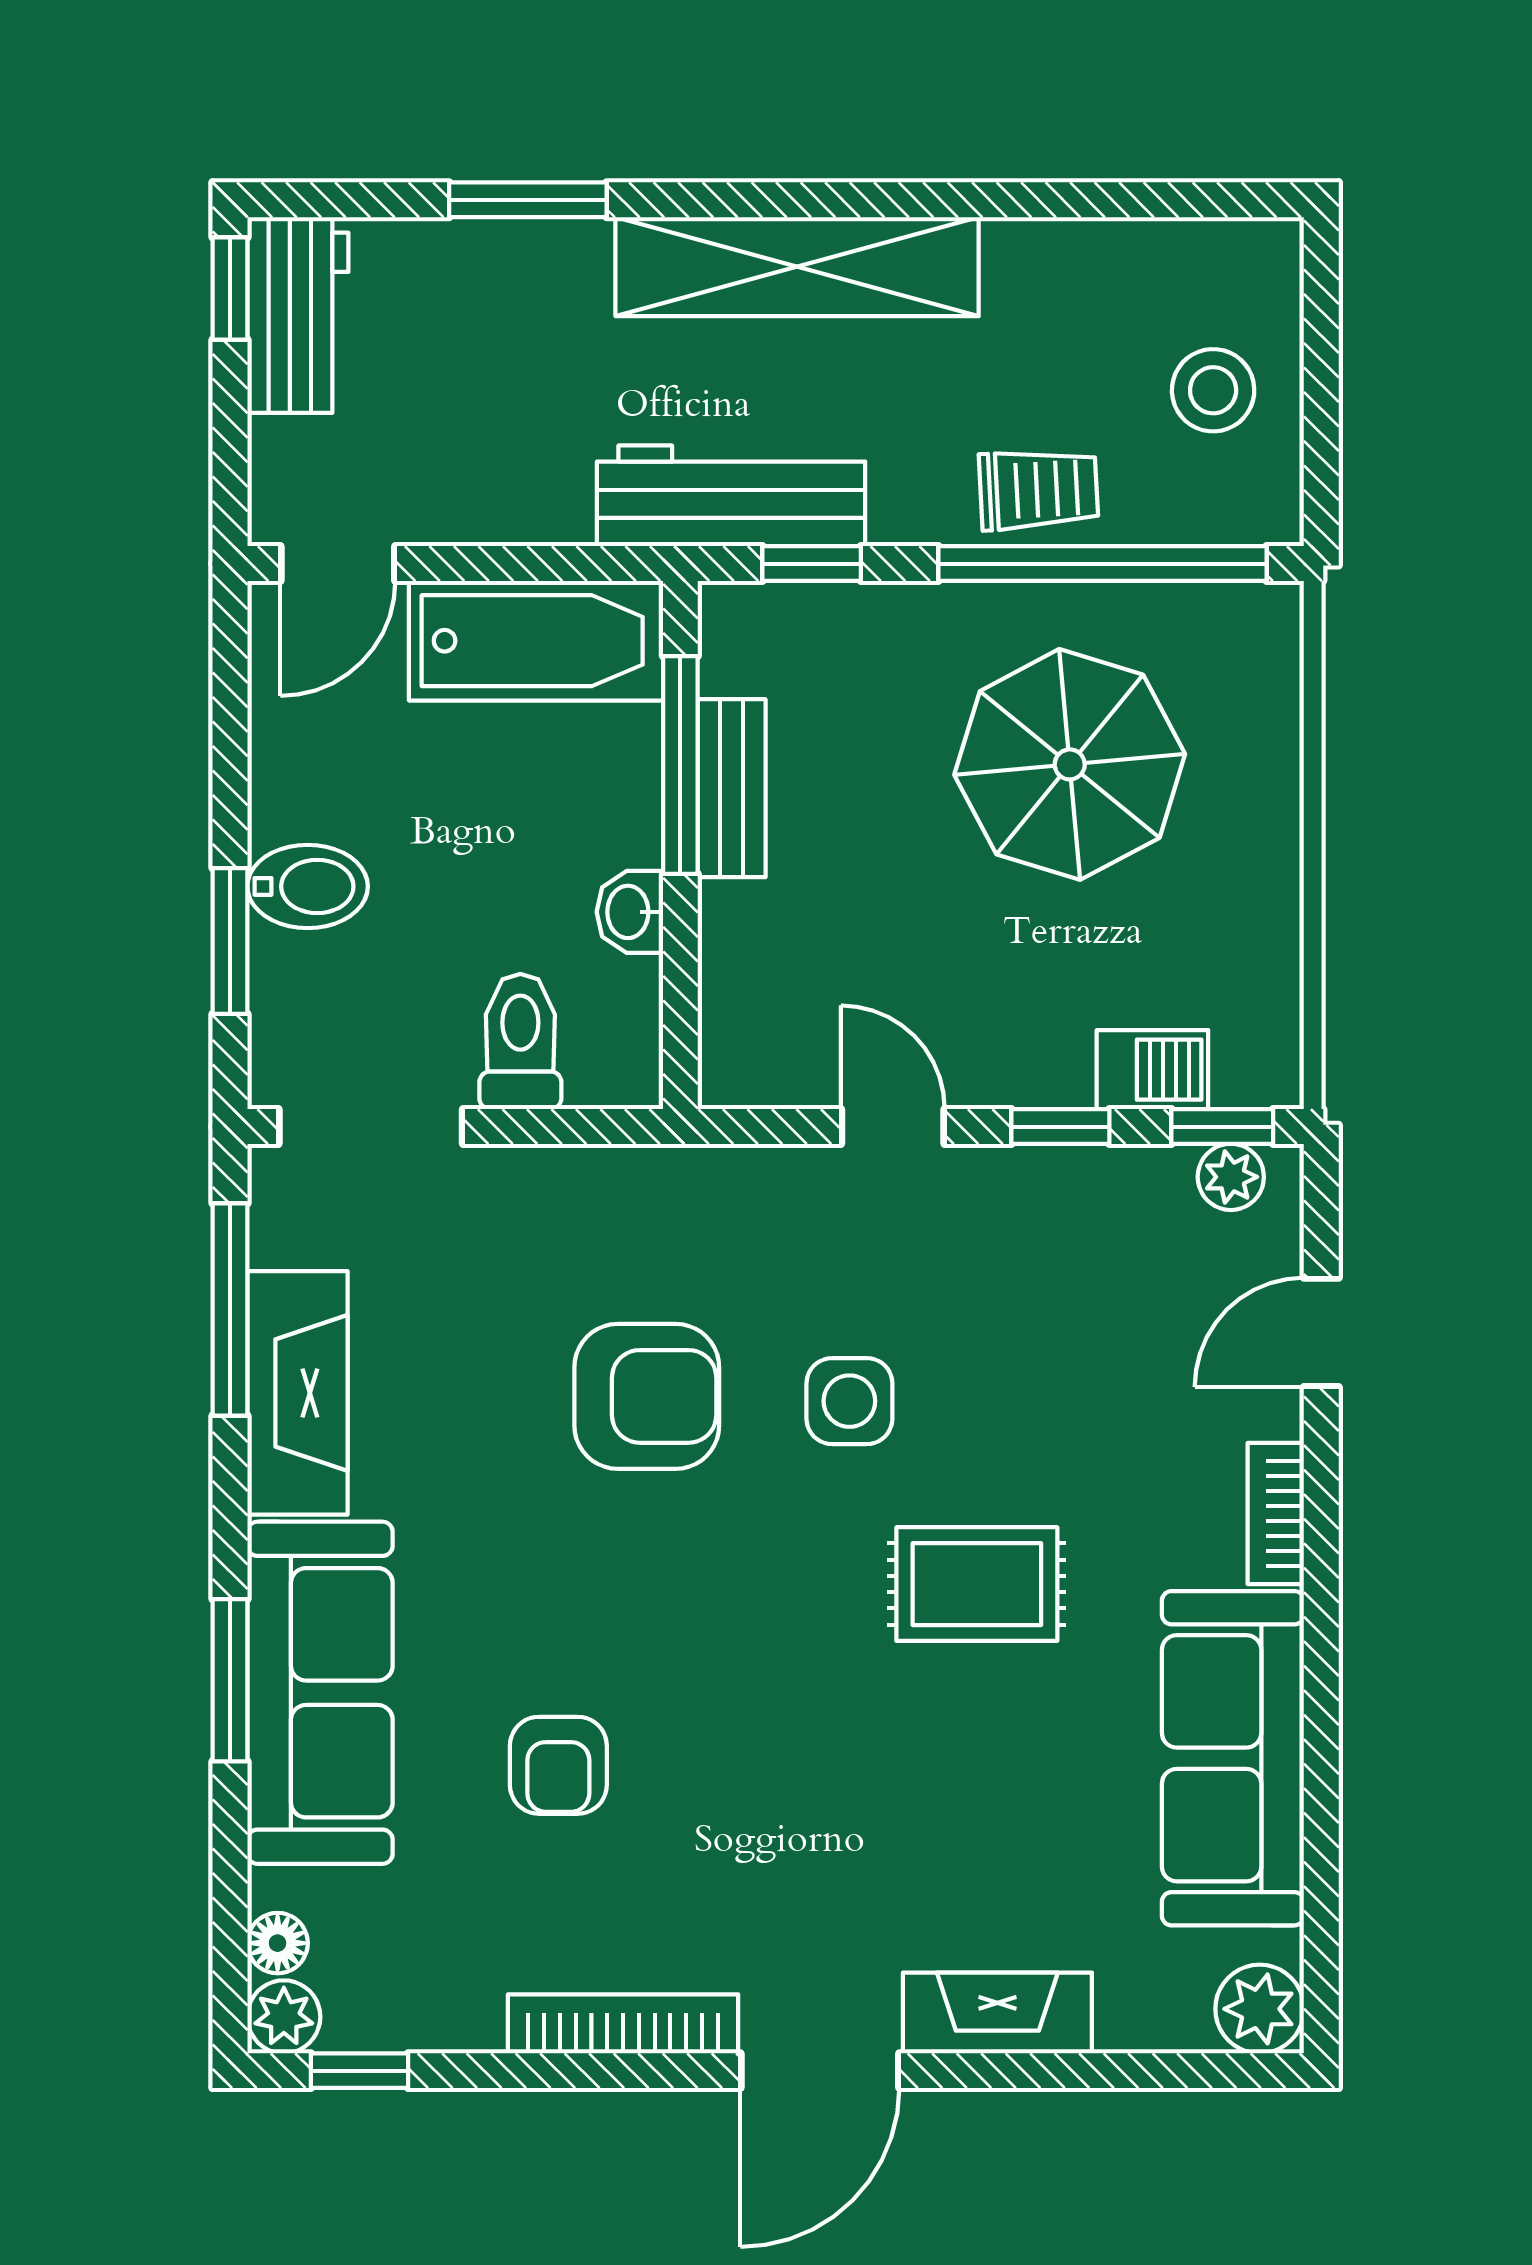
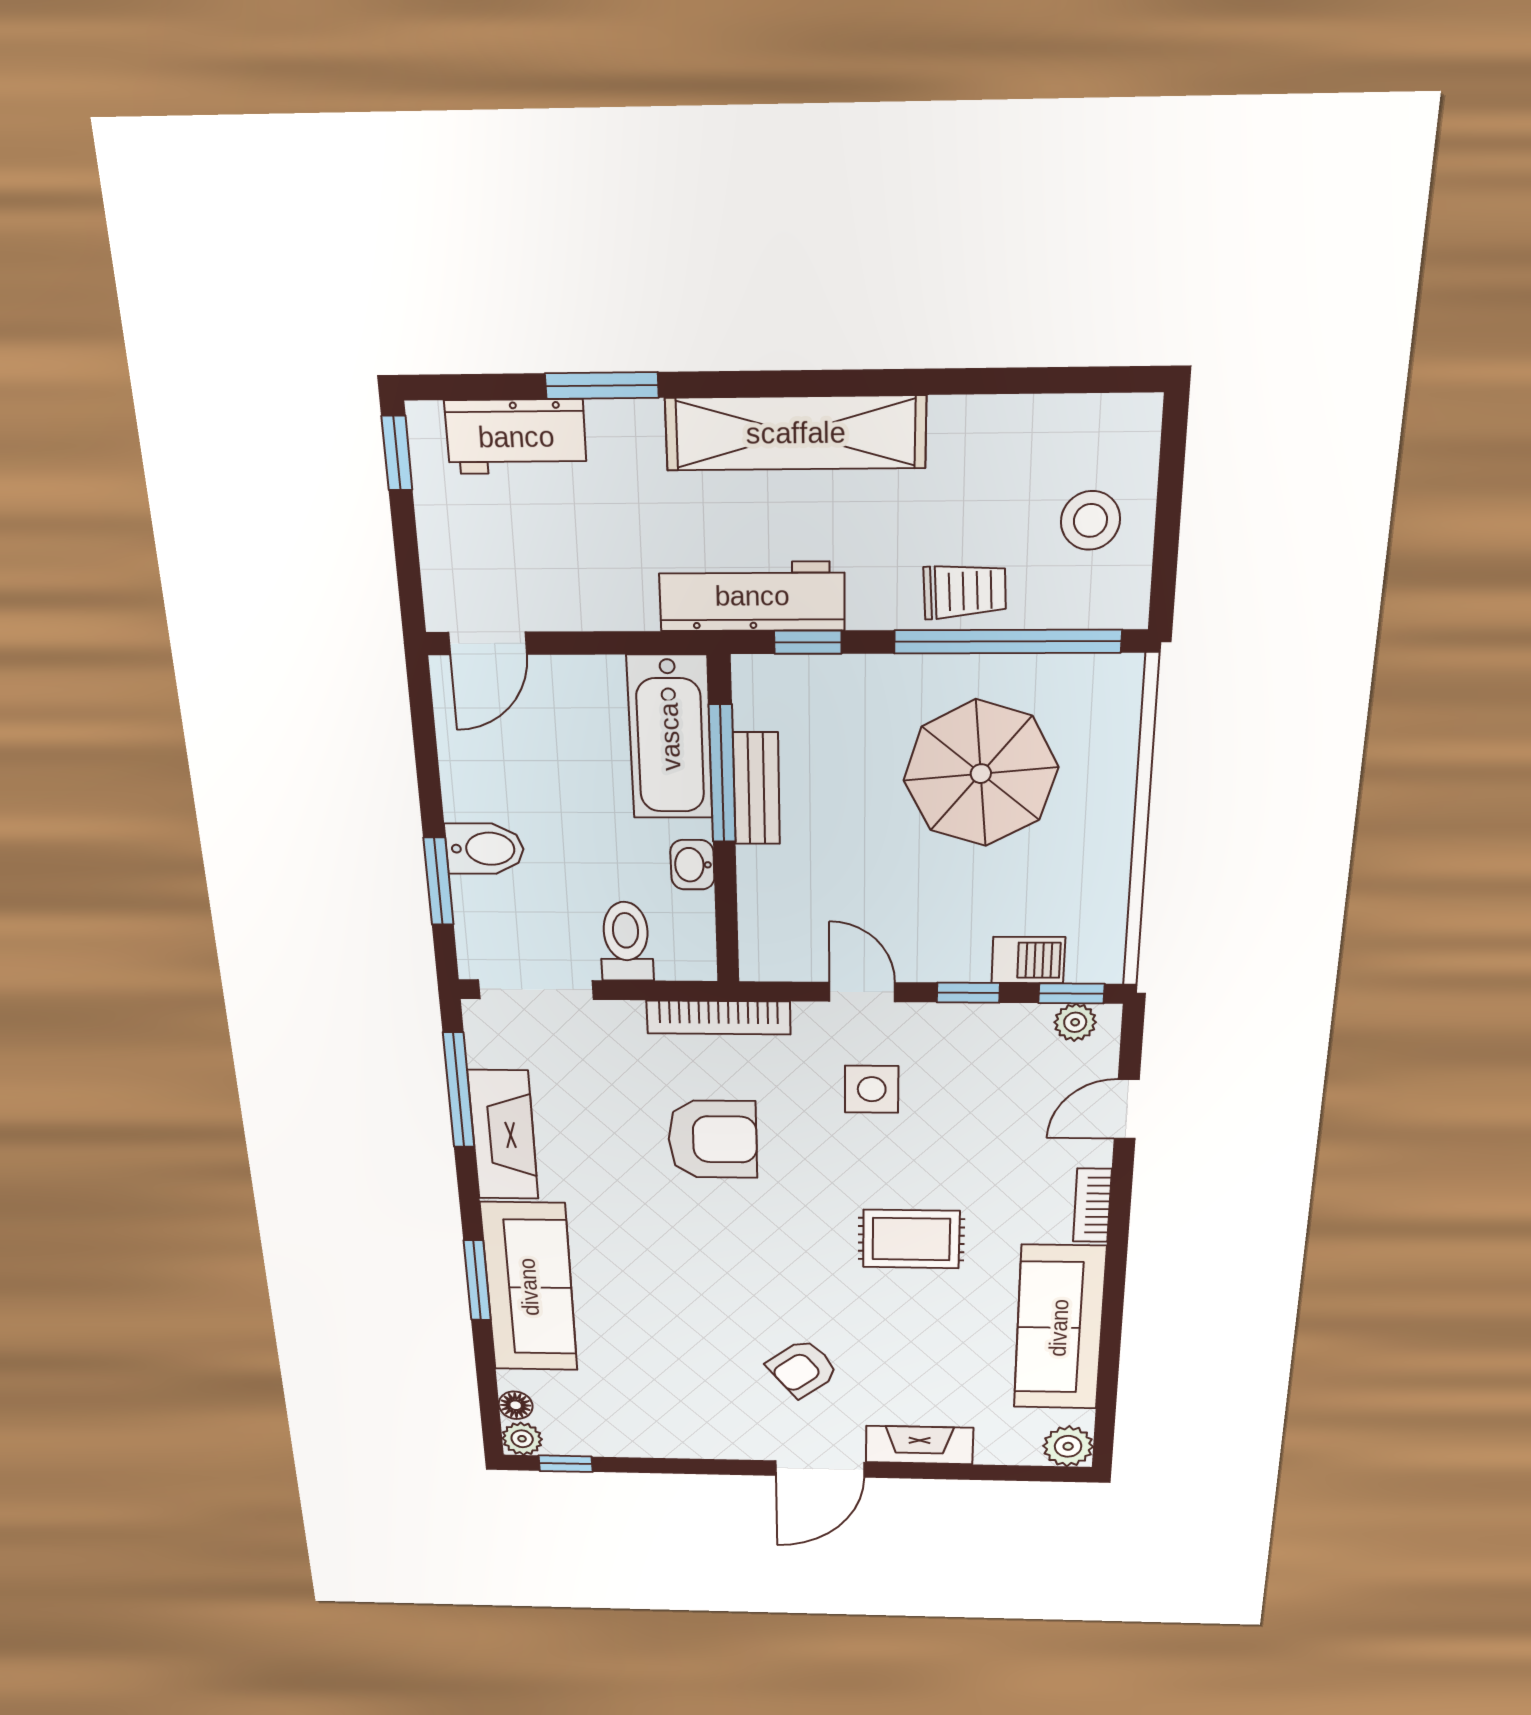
workbench: (298, 315) -> (516, 437), moved, turned 90
bathtub: (536, 641) -> (670, 737), moved, turned 90
side table: (849, 1401) -> (872, 1089), moved
armchair: (558, 1765) -> (803, 1368), moved, turned 52
bookcase: (623, 2024) -> (719, 1017), moved, turned 180

